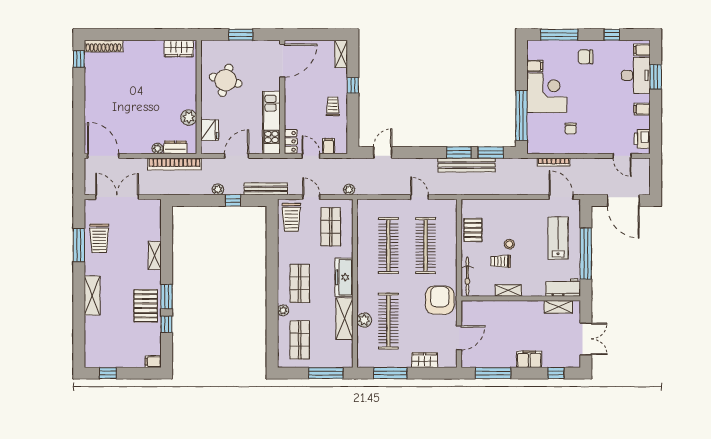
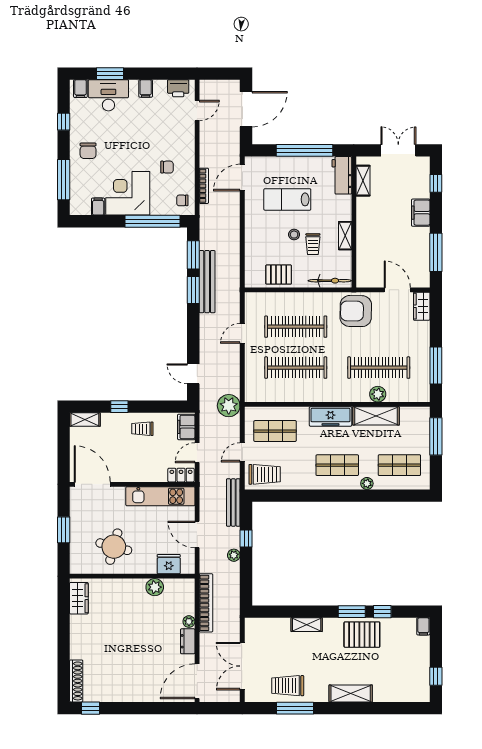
chair: (540, 142) -> (182, 200), added
filing cabinet: (329, 146) -> (186, 427), width x2.00
dresser: (175, 147) -> (188, 641), moved
plant: (349, 189) -> (229, 406), width x1.87, depth x1.87
trolley: (99, 238) -> (288, 686), turned 180
lab bench: (558, 238) -> (287, 199), moved
wardrobe: (425, 360) -> (422, 306), moved

